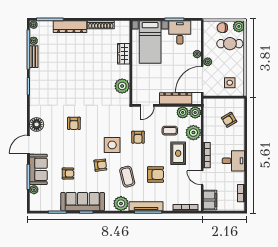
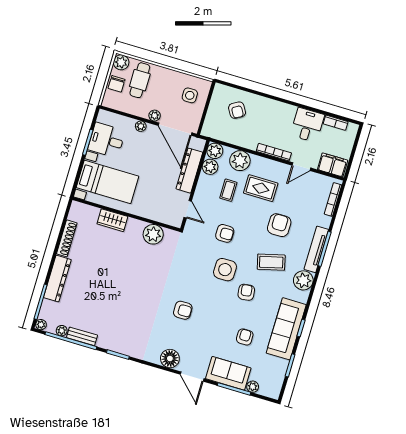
desk: (233, 161) -> (307, 125), moved

